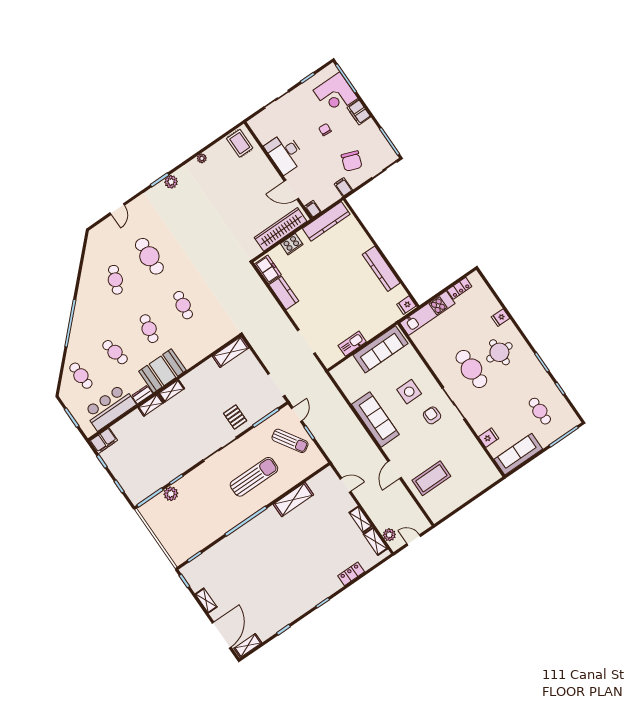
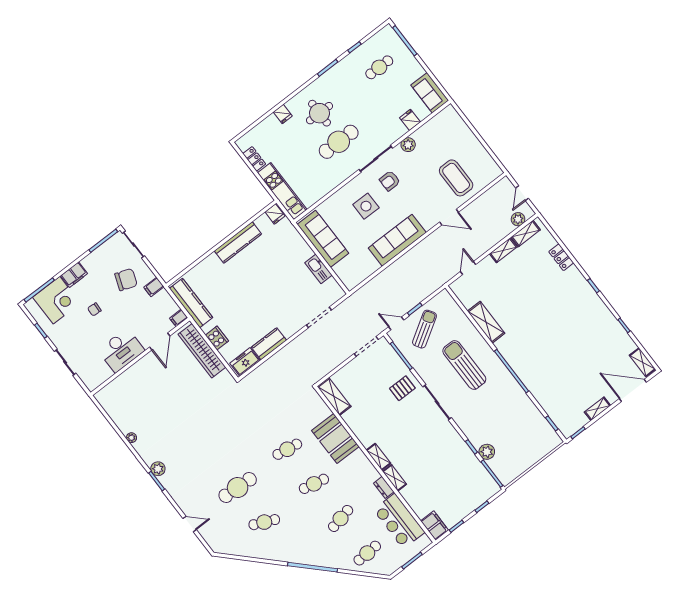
rug: (240, 143) -> (113, 398), removed
booth: (162, 371) -> (335, 439), moved
plant: (465, 435) -> (408, 145), added
sofa: (518, 454) -> (430, 93), width x0.73

